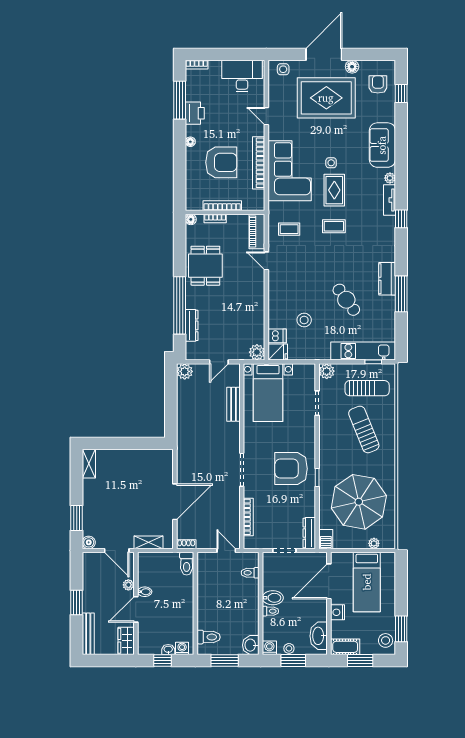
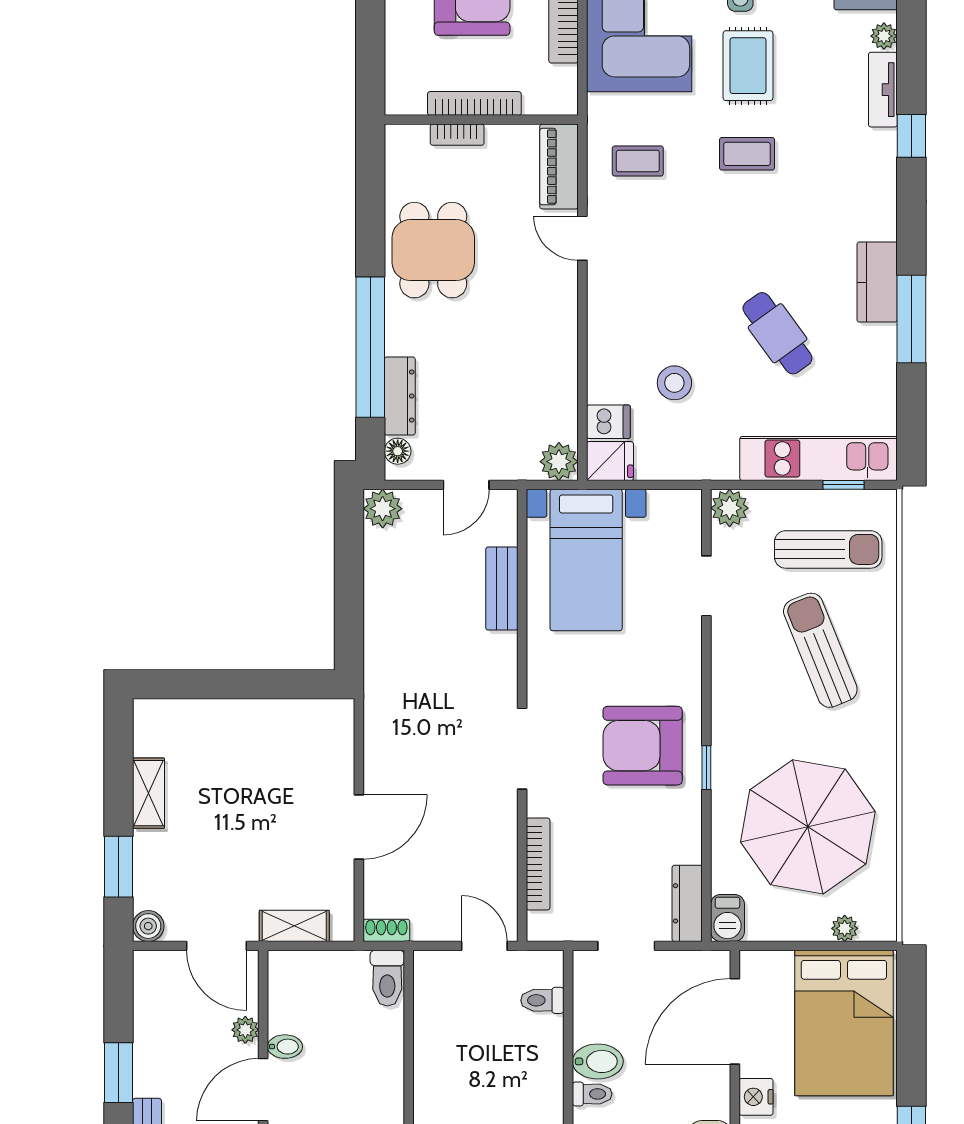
floor lamp: (191, 219) -> (398, 451), moved
shelving: (89, 464) -> (149, 793), moved
door: (175, 502) -> (359, 827), width x0.73
bed: (367, 582) -> (844, 1023), width x1.50

